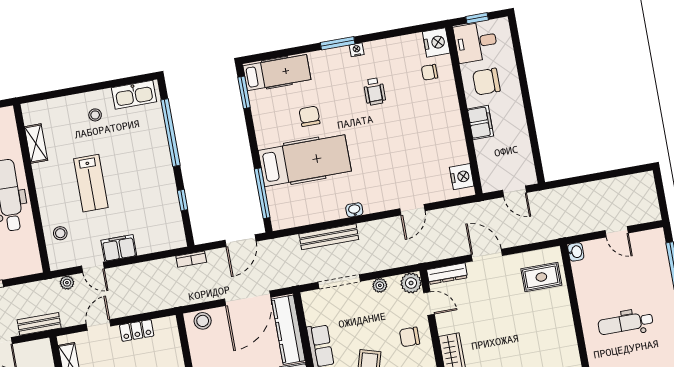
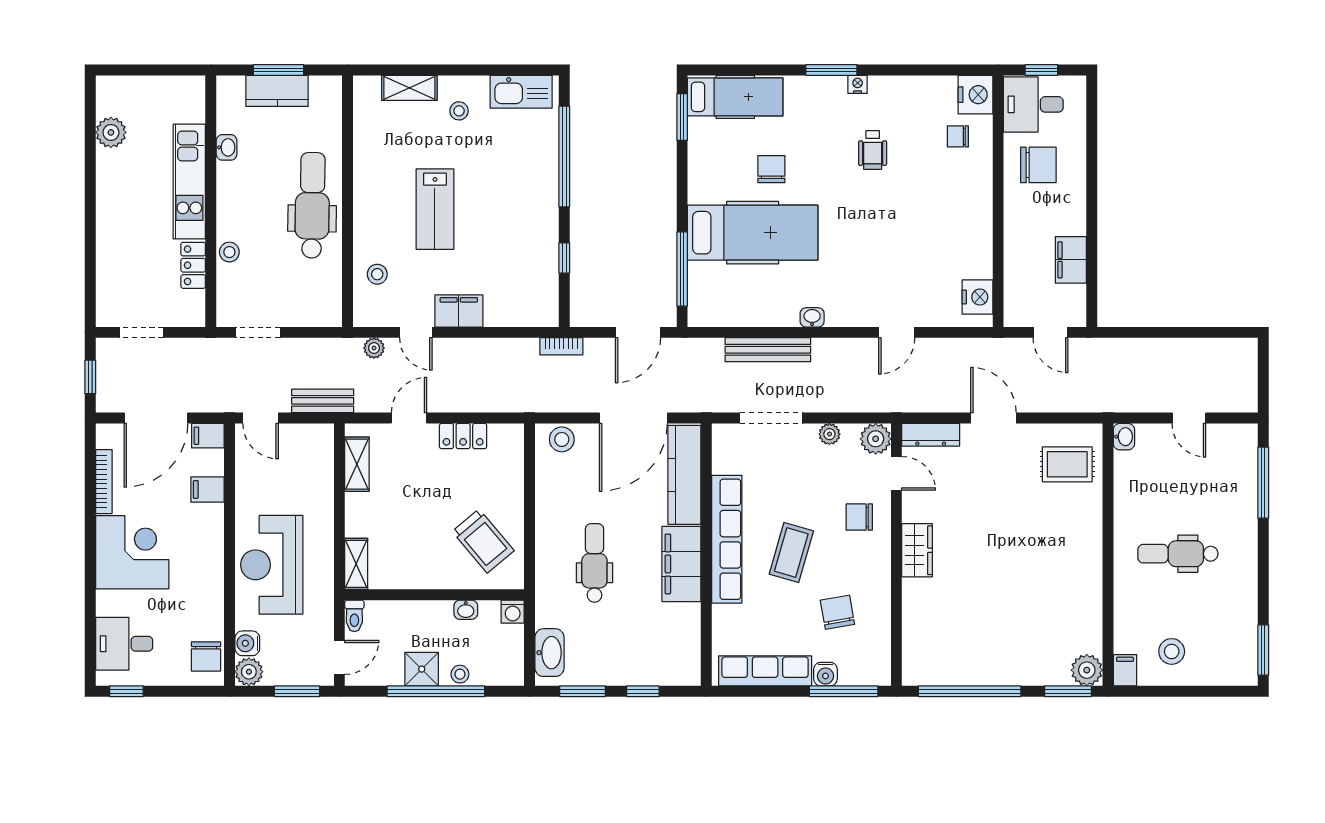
chair: (486, 82) -> (1038, 165), turned 180
filing cabinet: (480, 122) -> (1071, 260), moved, turned 180
shelving: (36, 144) -> (409, 88), moved, turned 90

